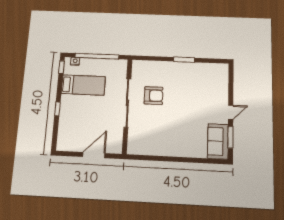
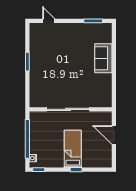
bed: (83, 85) -> (73, 149), moved
armchair: (154, 96) -> (61, 87), removed
door: (231, 112) -> (49, 21), moved
sofa: (218, 141) -> (103, 58), moved, turned 90

